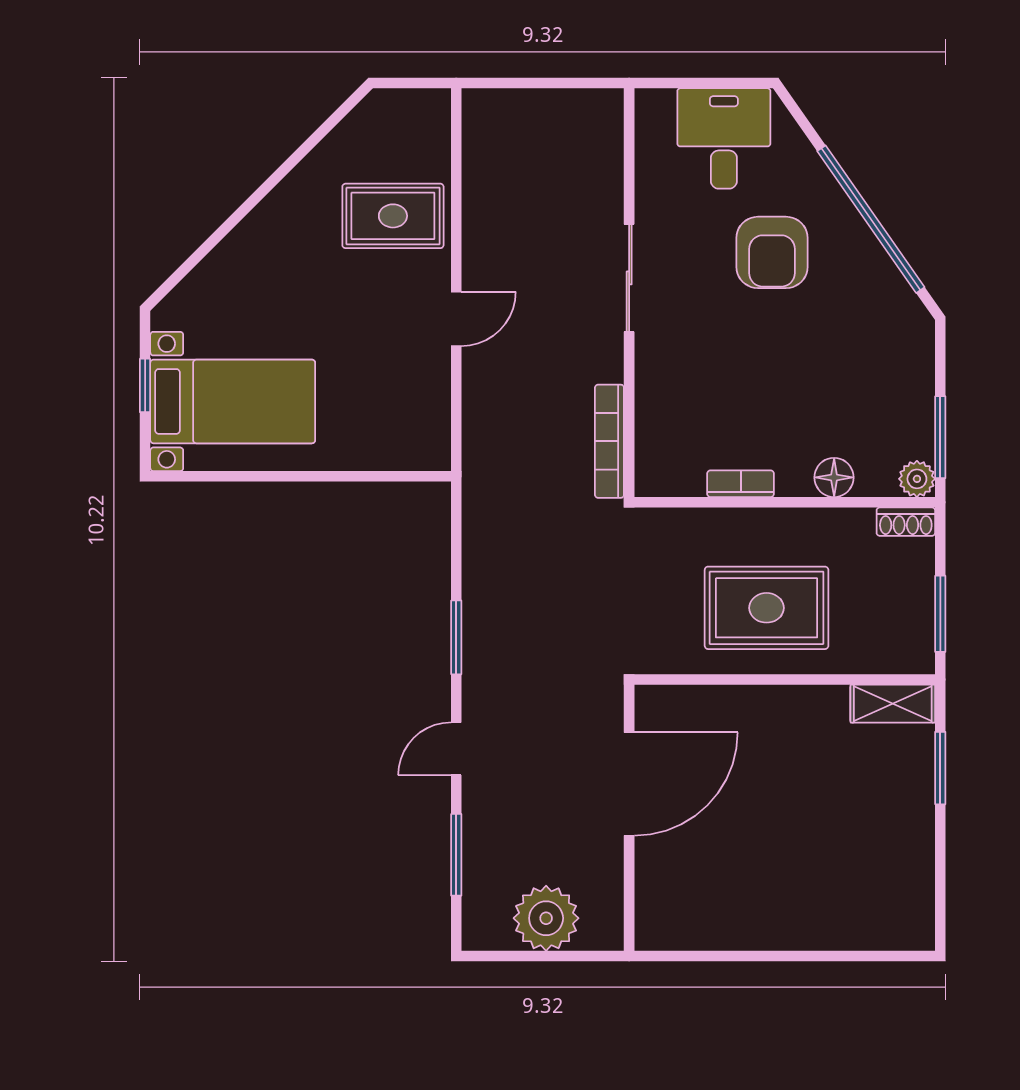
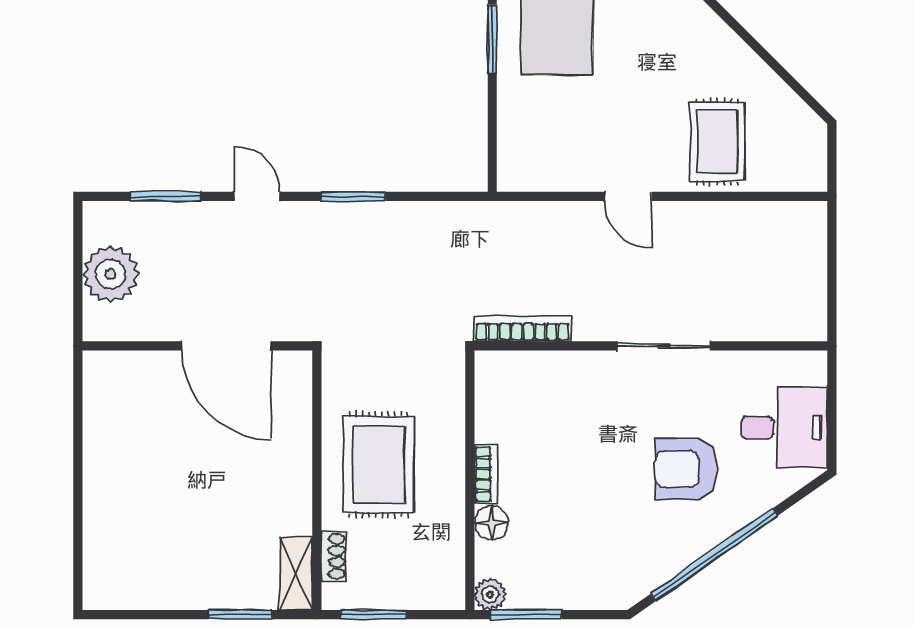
window: (274, 476) -> (492, 39), added
bookcase: (741, 484) -> (486, 474), moved
shoe rack: (906, 522) -> (334, 556), moved, turned 180

